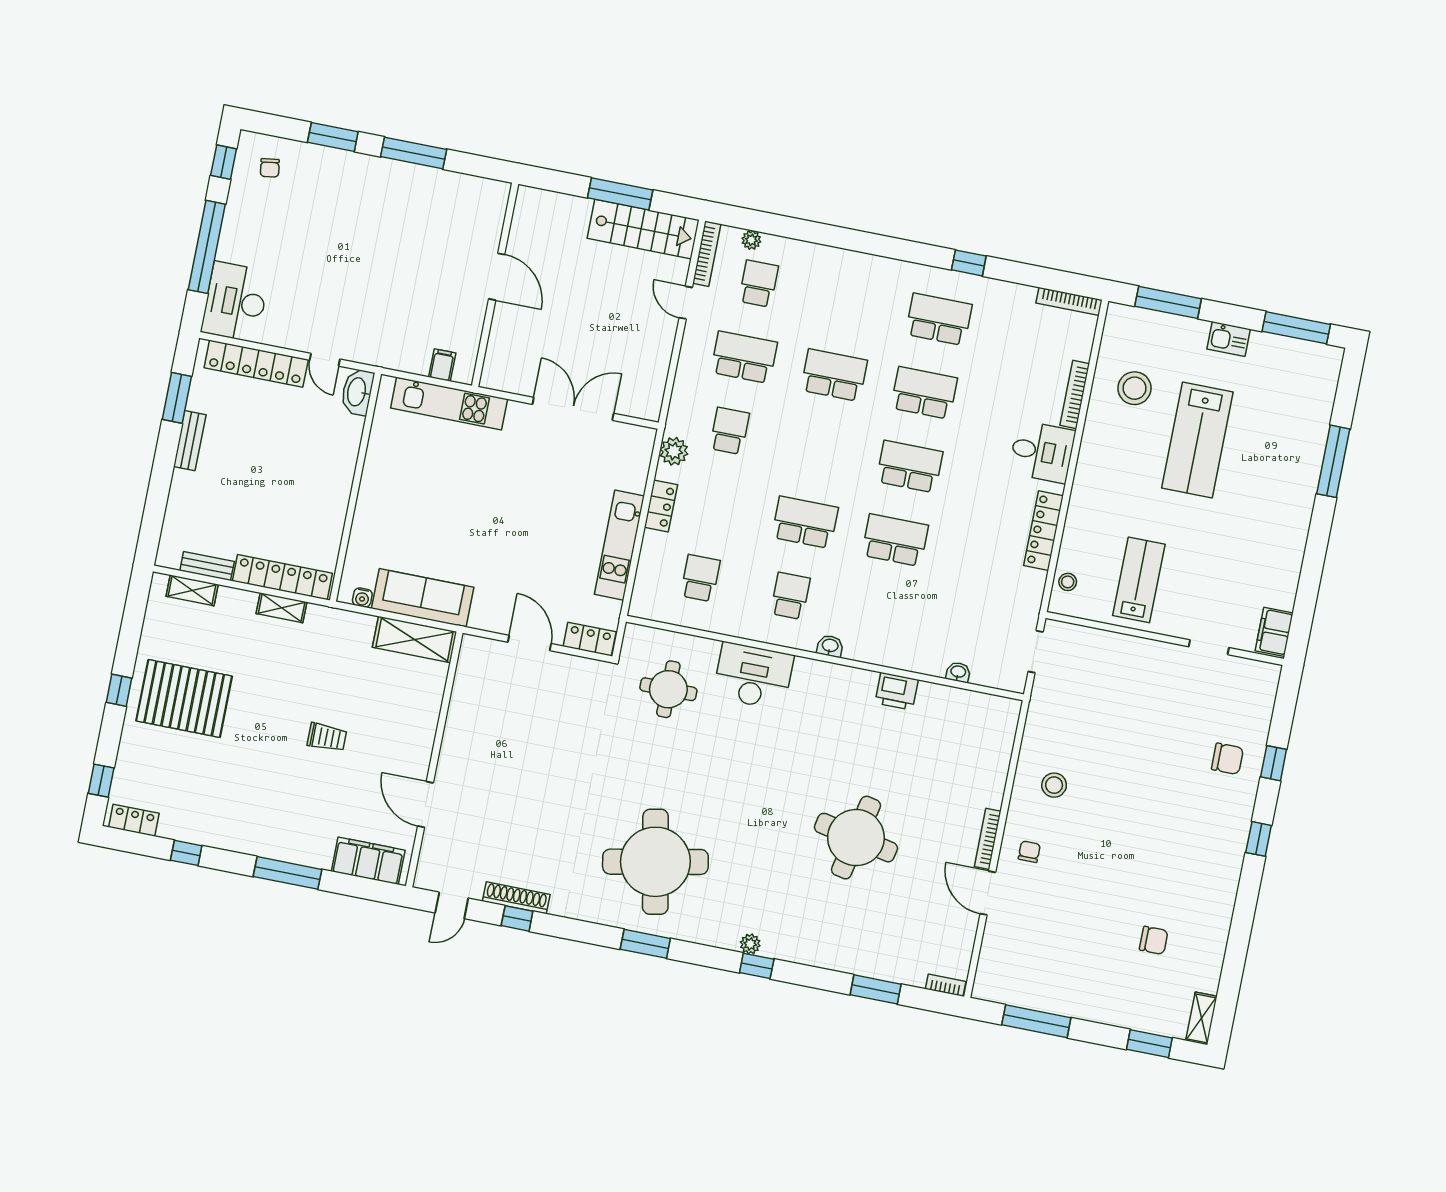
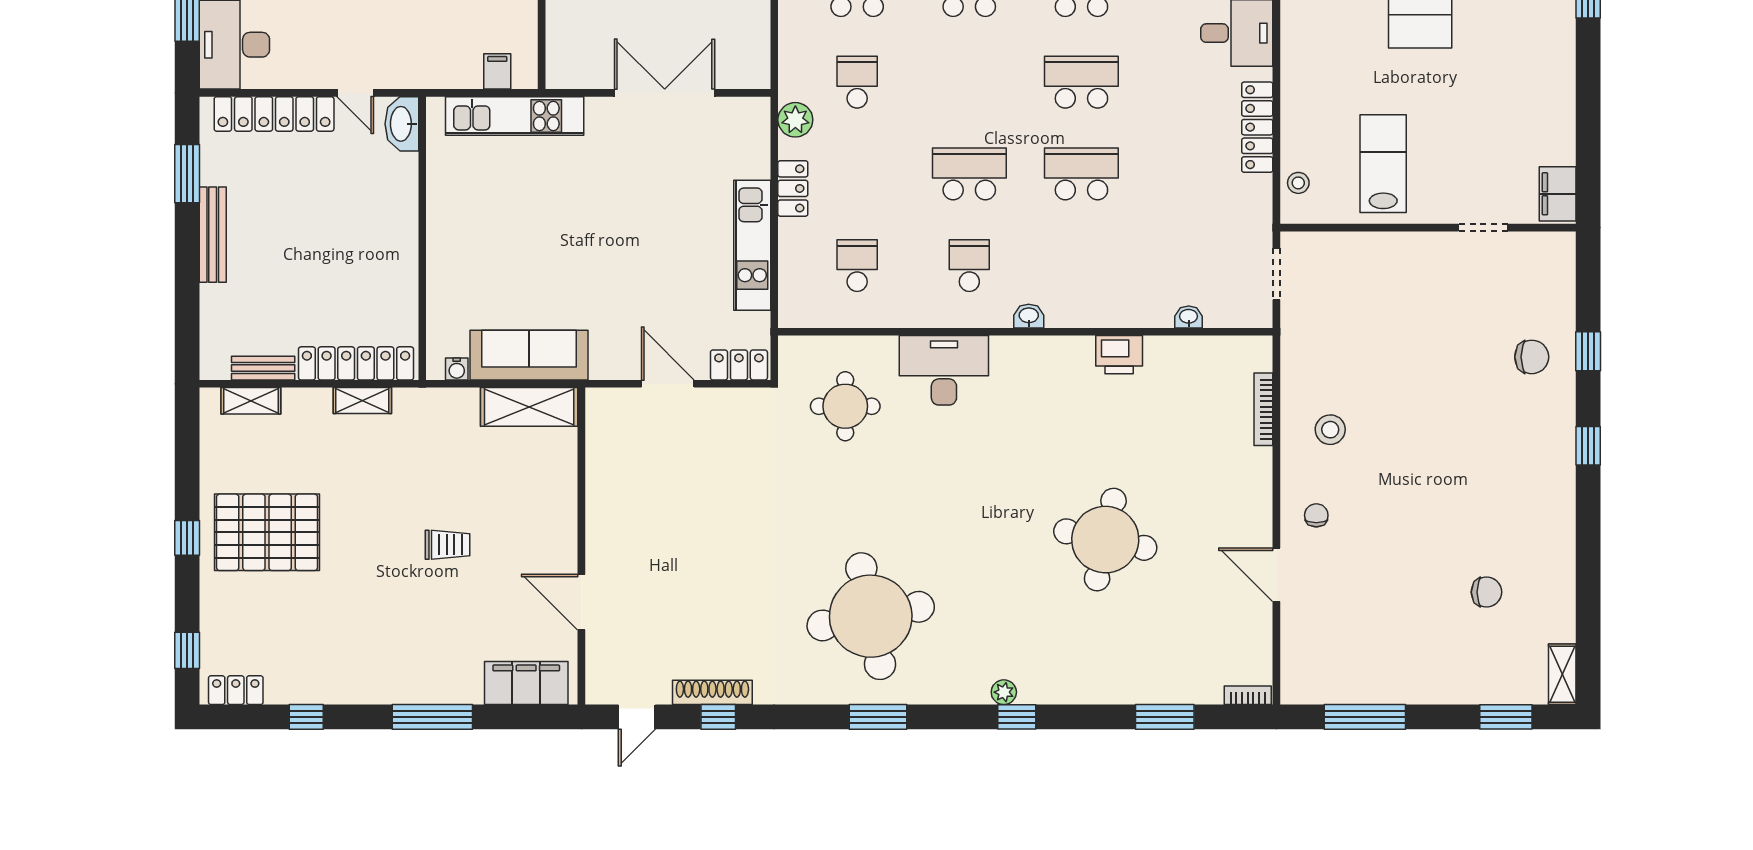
bench: (190, 441) -> (213, 235), width x1.36
bookcase: (988, 839) -> (1263, 409), moved

